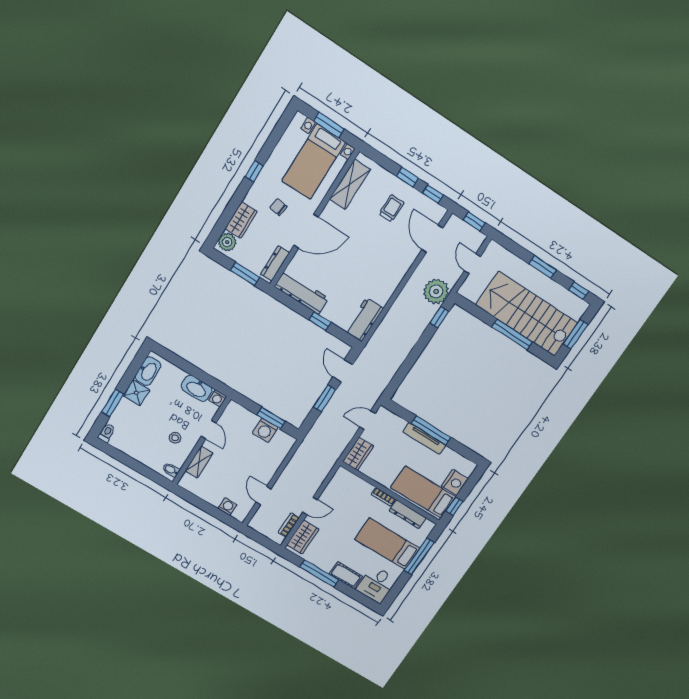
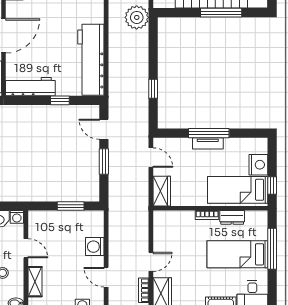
window: (439, 317) -> (153, 89), moved
workbench: (364, 319) -> (91, 60), width x1.88, depth x1.32
door: (368, 420) -> (151, 158), swing flipped
washing machine: (265, 430) -> (95, 247), moved, turned 90
tv unit: (424, 439) -> (208, 143), width x0.71
dresser: (408, 514) -> (232, 217), width x0.70

